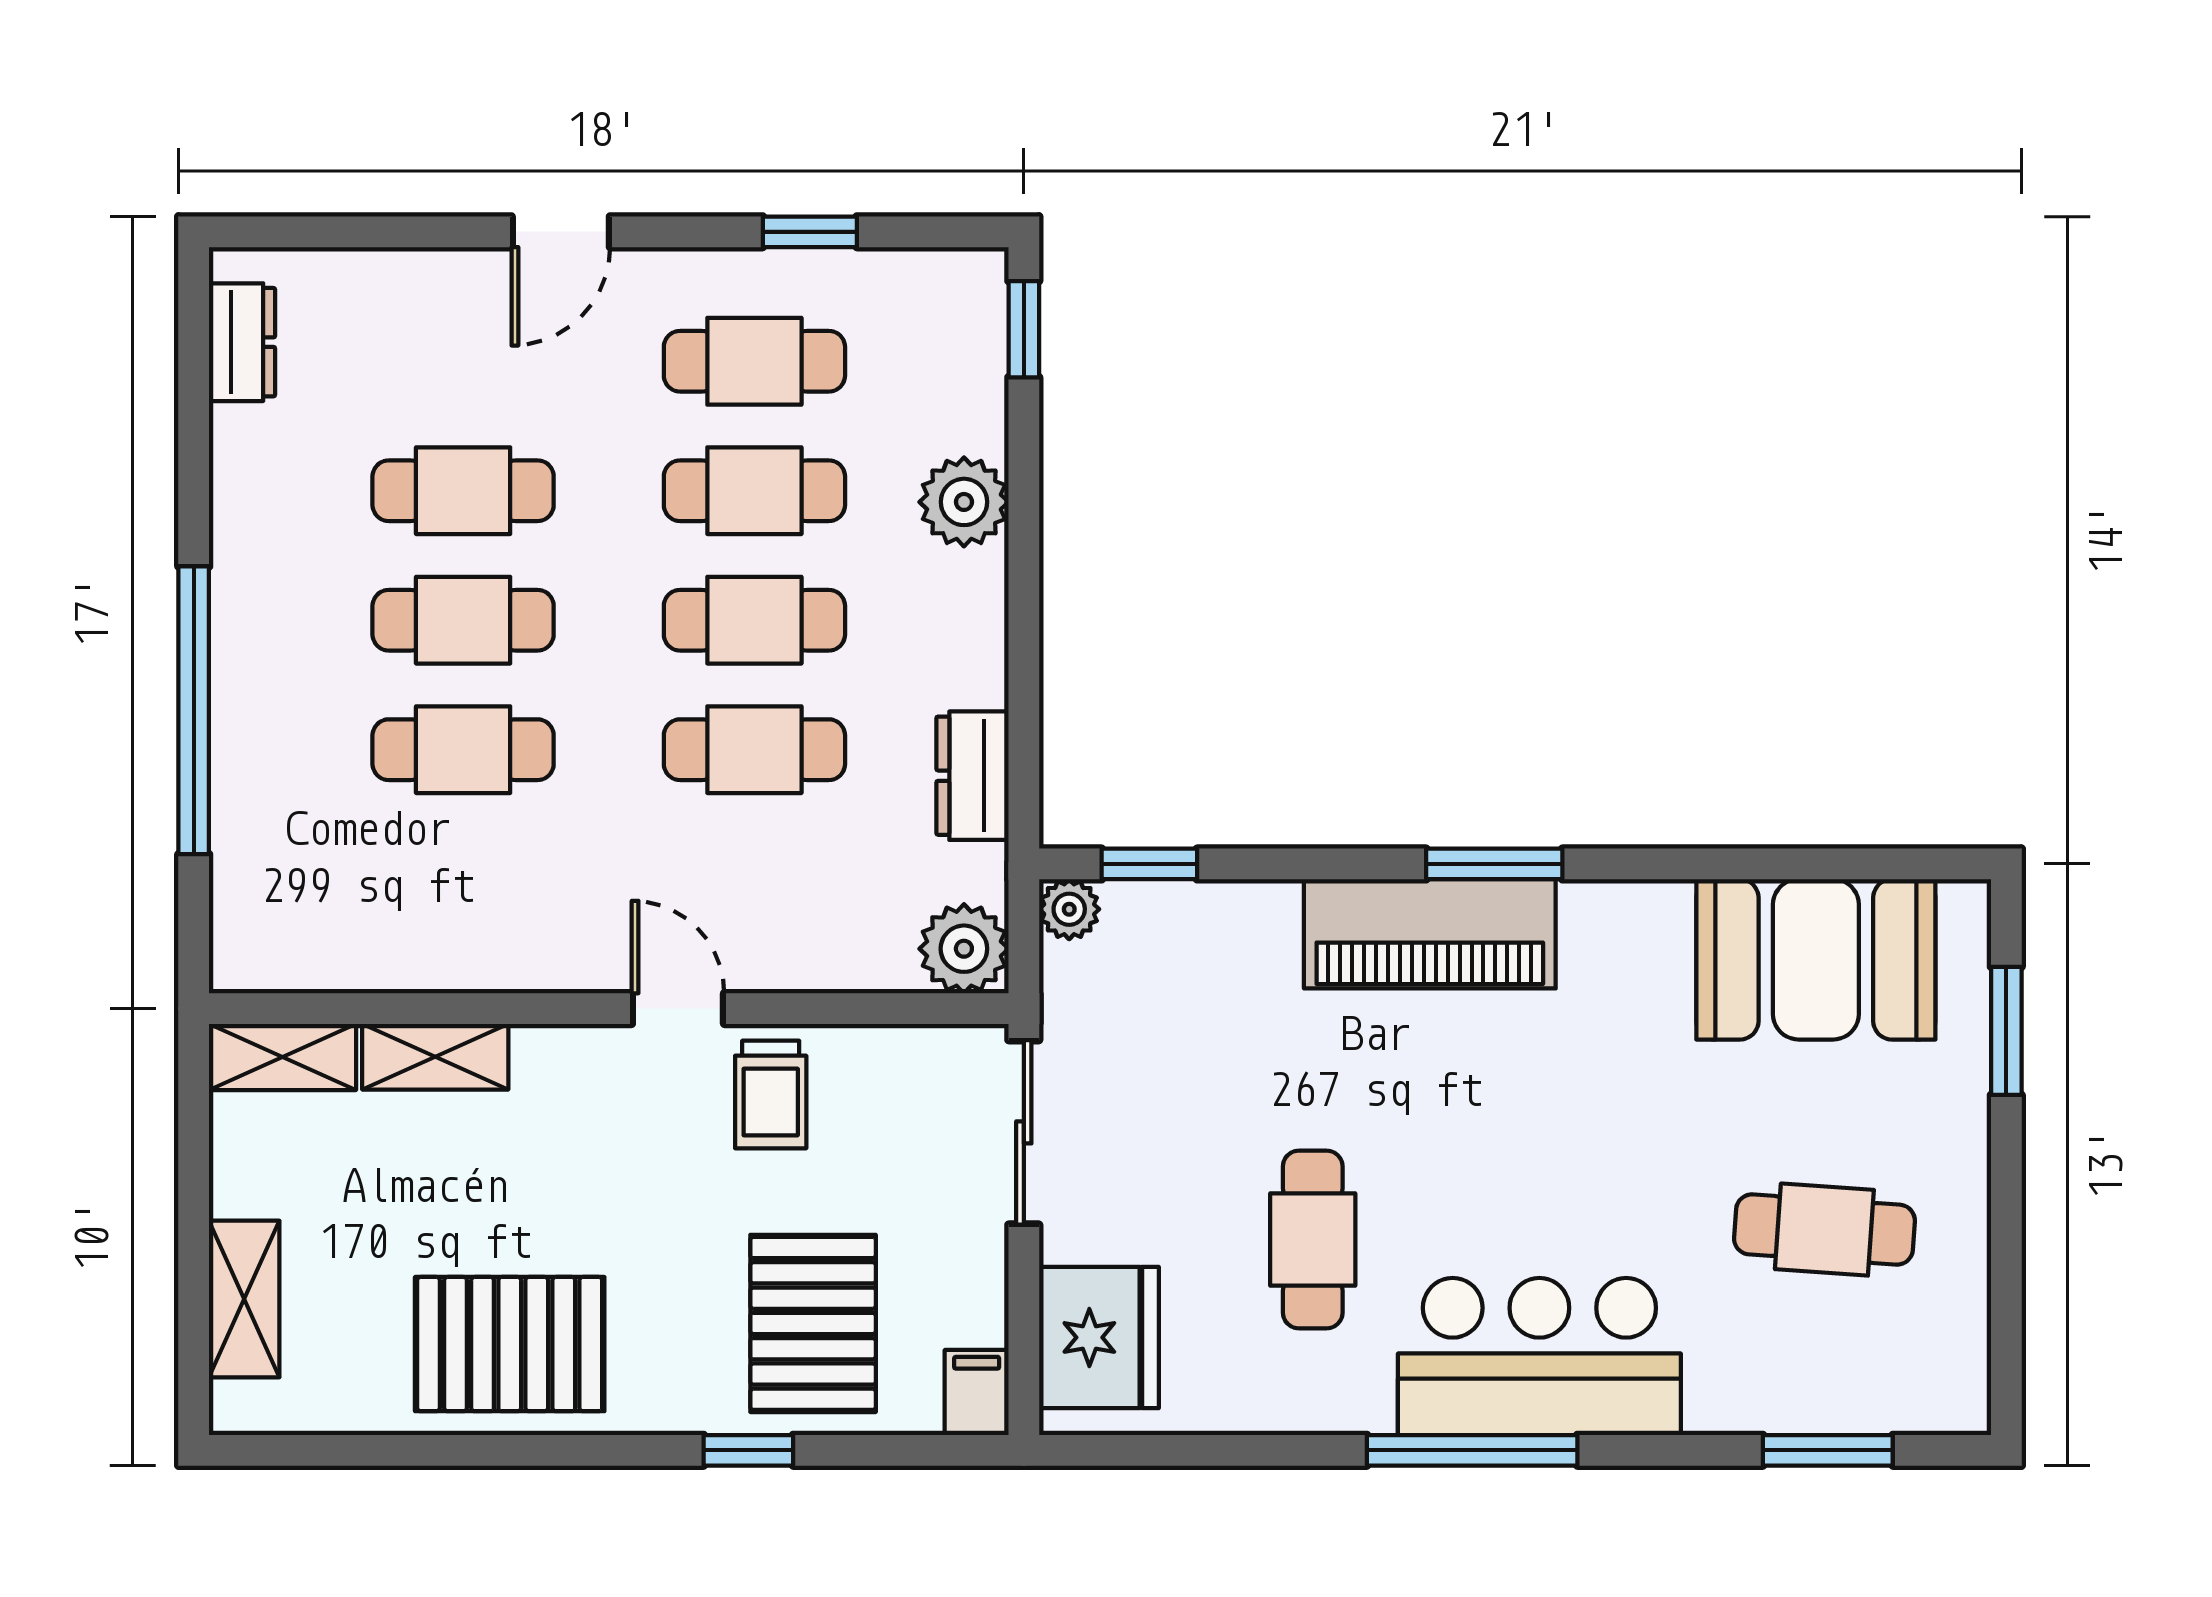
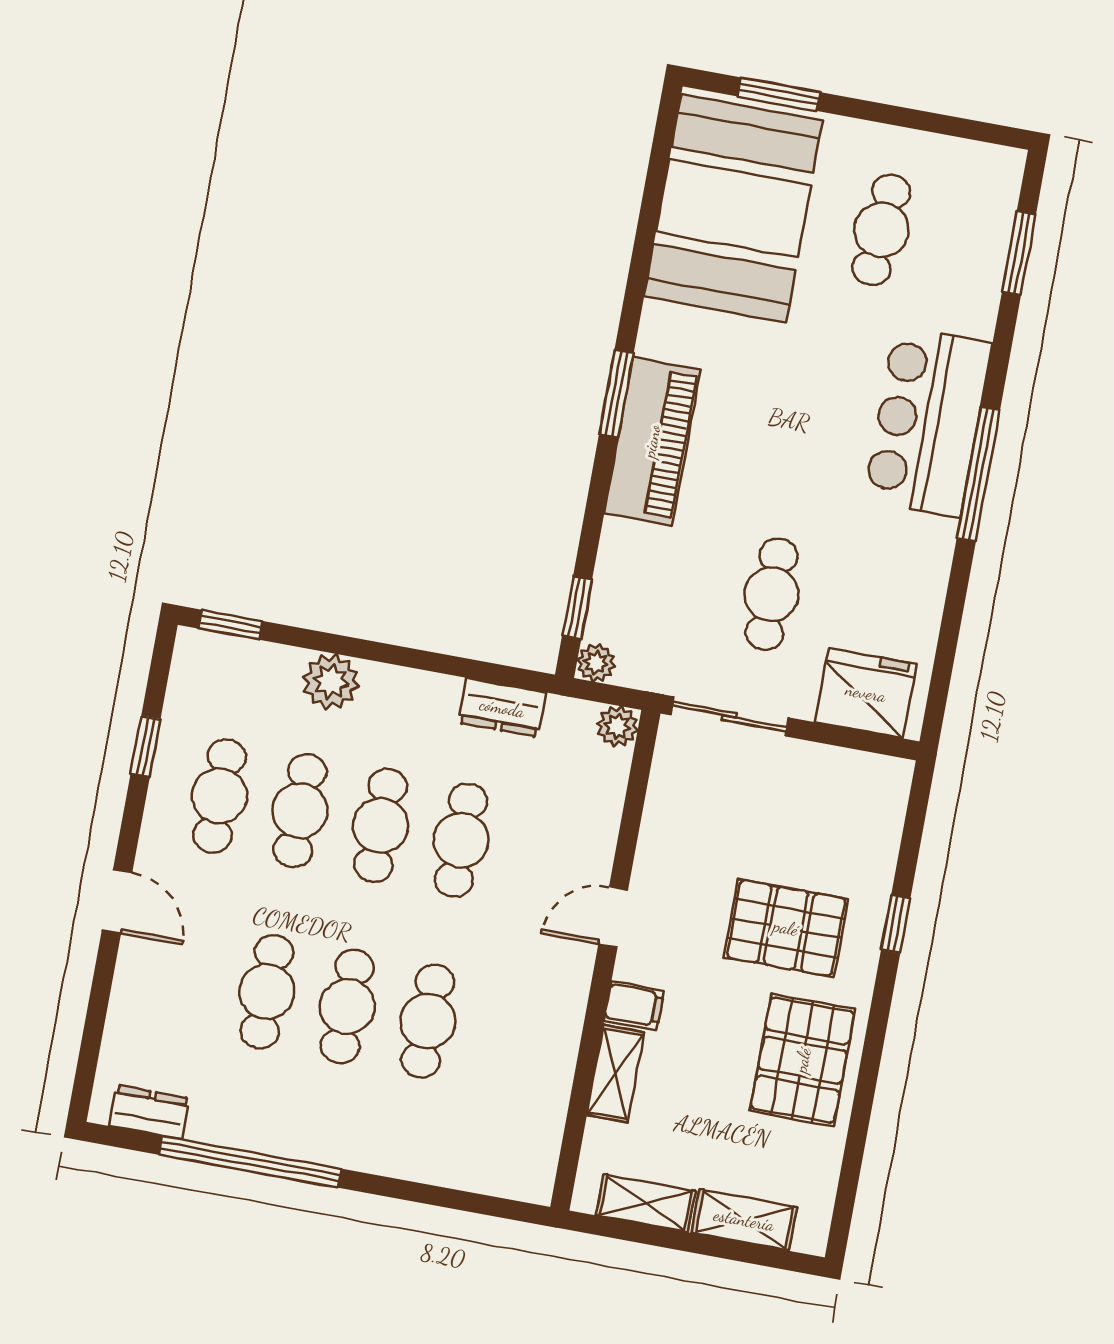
window: (194, 710) -> (250, 1162), moved
plant: (964, 949) -> (618, 726), width x0.73, depth x0.73
booth: (1816, 959) -> (733, 208), width x1.36, depth x1.42
shelving: (283, 1057) -> (646, 1203), moved, turned 90
trolley: (771, 1094) -> (677, 869), removed
cafe table: (1313, 1240) -> (772, 594), moved, turned 90
pallet: (813, 1323) -> (786, 928), moved
filing cabinet: (977, 1393) -> (634, 1006), moved, turned 180

